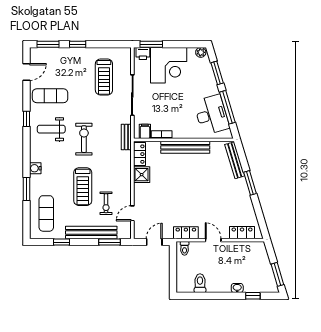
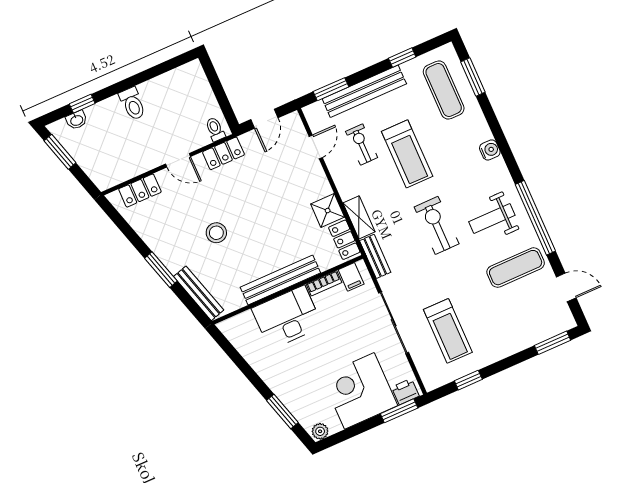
window: (78, 44) -> (468, 380), moved
door: (27, 72) -> (566, 287), swing flipped
treadmill: (104, 77) -> (448, 331), turned 180
window: (227, 107) -> (244, 367), removed
desk: (212, 115) -> (287, 317), moved, turned 107
window: (27, 119) -> (535, 218), width x3.17
weight bench: (51, 129) -> (492, 219), turned 180
exercise bike: (84, 139) -> (437, 225), turned 180
shelving: (126, 163) -> (359, 217), added
treadmill: (83, 187) -> (407, 154), turned 180
window: (27, 189) -> (473, 77), moved
stool: (210, 190) -> (216, 233), added
toilet: (200, 283) -> (132, 104), moved
washbasin: (237, 288) -> (77, 120), moved

